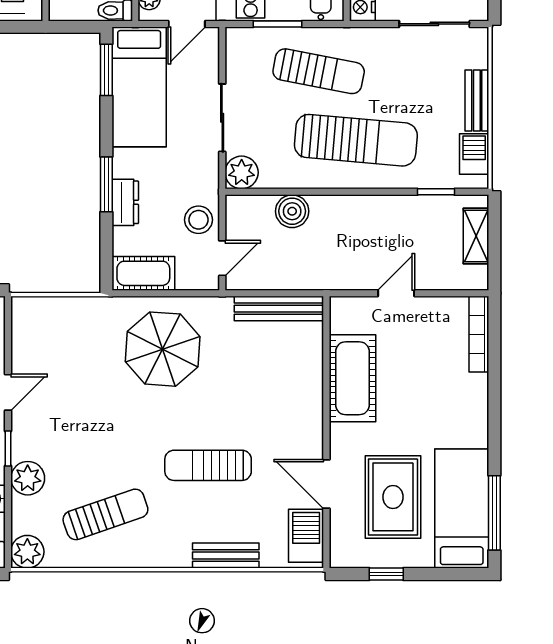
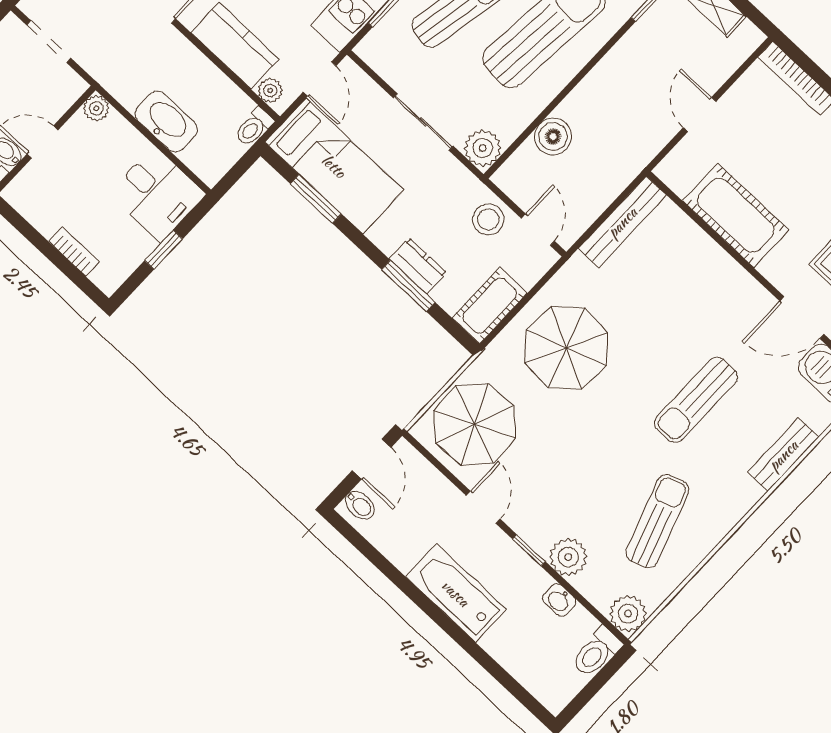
window: (106, 70) -> (316, 199), moved
window: (106, 184) -> (408, 286), moved
parasol: (57, 336) -> (475, 424), added

